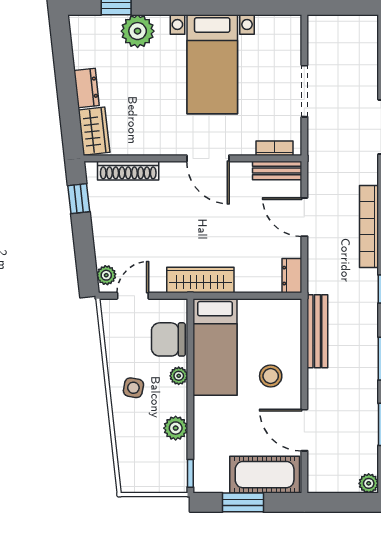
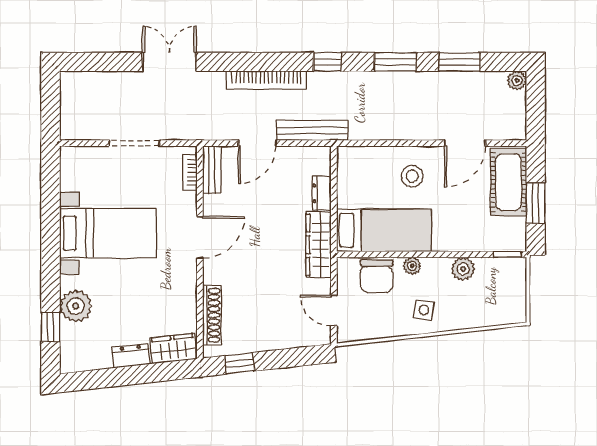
plant: (106, 275) -> (314, 337), removed
dresser: (292, 276) -> (322, 193), moved, turned 90
bench: (317, 331) -> (312, 130), moved

